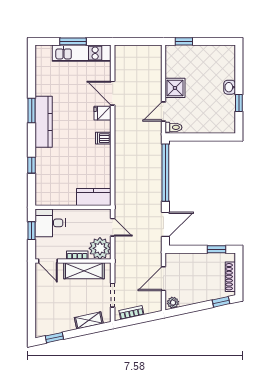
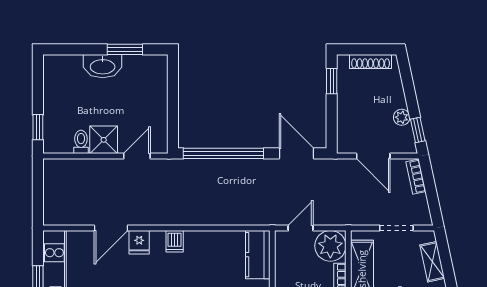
washbasin: (230, 87) -> (103, 66), width x1.91, depth x1.45
window: (239, 103) -> (125, 49), width x1.50
door: (163, 111) -> (137, 156), swing flipped
toilet: (174, 127) -> (81, 142), moved
window: (221, 302) -> (418, 130), moved
plant: (173, 303) -> (402, 117), moved
bookcase: (131, 313) -> (416, 177), moved

